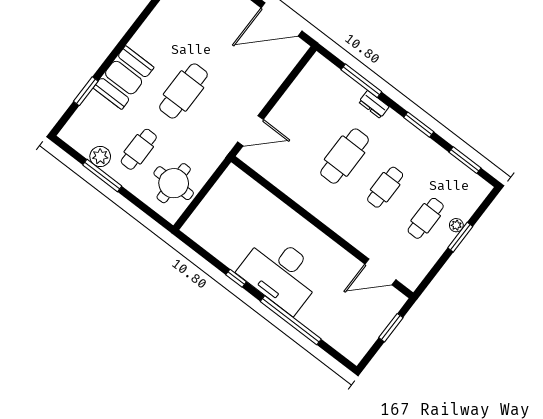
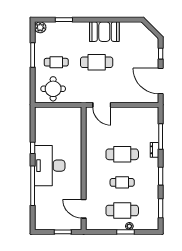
booth: (124, 78) -> (104, 32), moved
plant: (100, 156) -> (40, 27), moved
cafe table: (426, 218) -> (122, 210), width x1.37, depth x1.35

